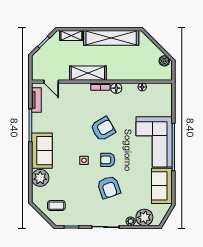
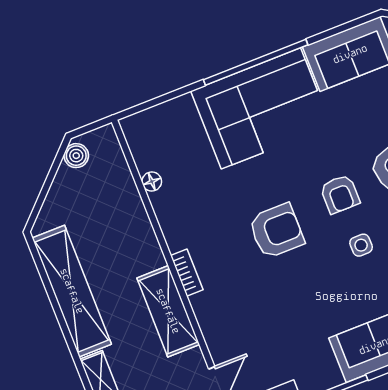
floor lamp: (116, 88) -> (177, 237), removed
armchair: (103, 129) -> (276, 231), turned 120

